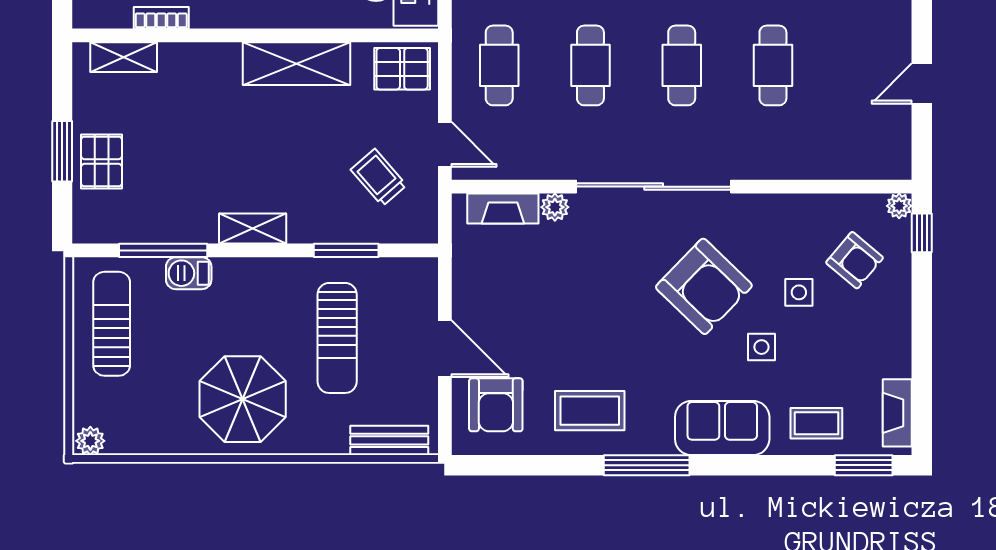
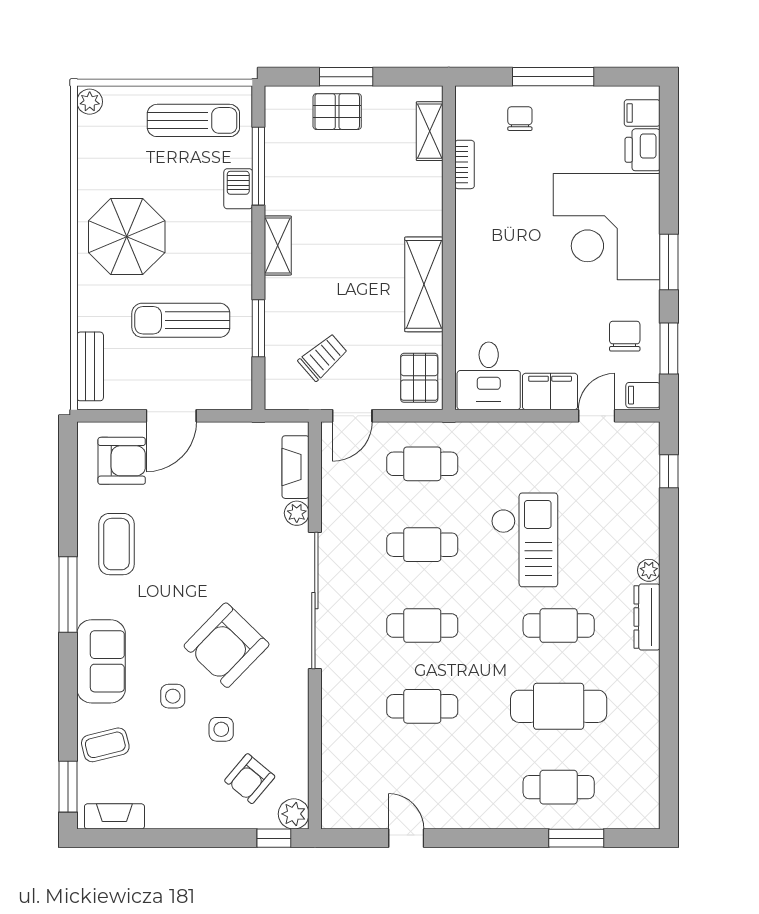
plant: (899, 206) -> (294, 814), width x1.38, depth x1.38
armchair: (496, 405) -> (122, 461), turned 180
coffee table: (816, 423) -> (105, 745), turned 76

